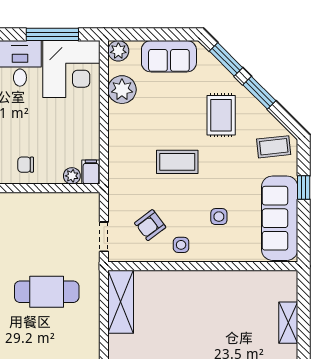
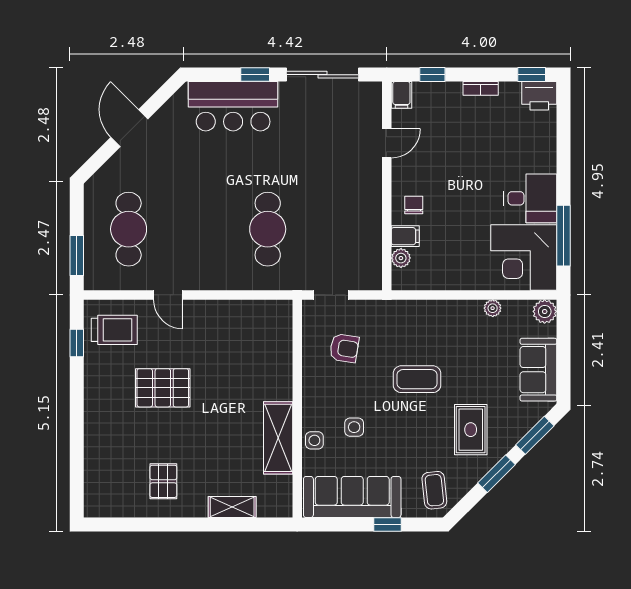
plant: (122, 90) -> (493, 308), width x0.53, depth x0.53
rug: (221, 115) -> (471, 430), turned 90
coffee table: (177, 162) -> (417, 379), turned 90
filing cabinet: (91, 172) -> (405, 236), moved
armchair: (150, 225) -> (344, 348), turned 136
side table: (181, 245) -> (314, 440), moved
shelving: (121, 302) -> (278, 438), moved, turned 90

